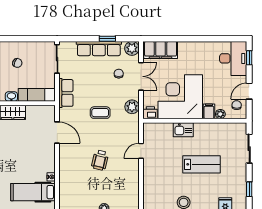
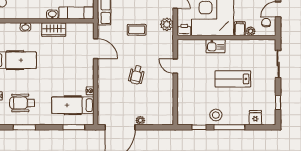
door: (141, 151) -> (175, 66), hinge flipped
lab bench: (202, 164) -> (233, 79), turned 180

